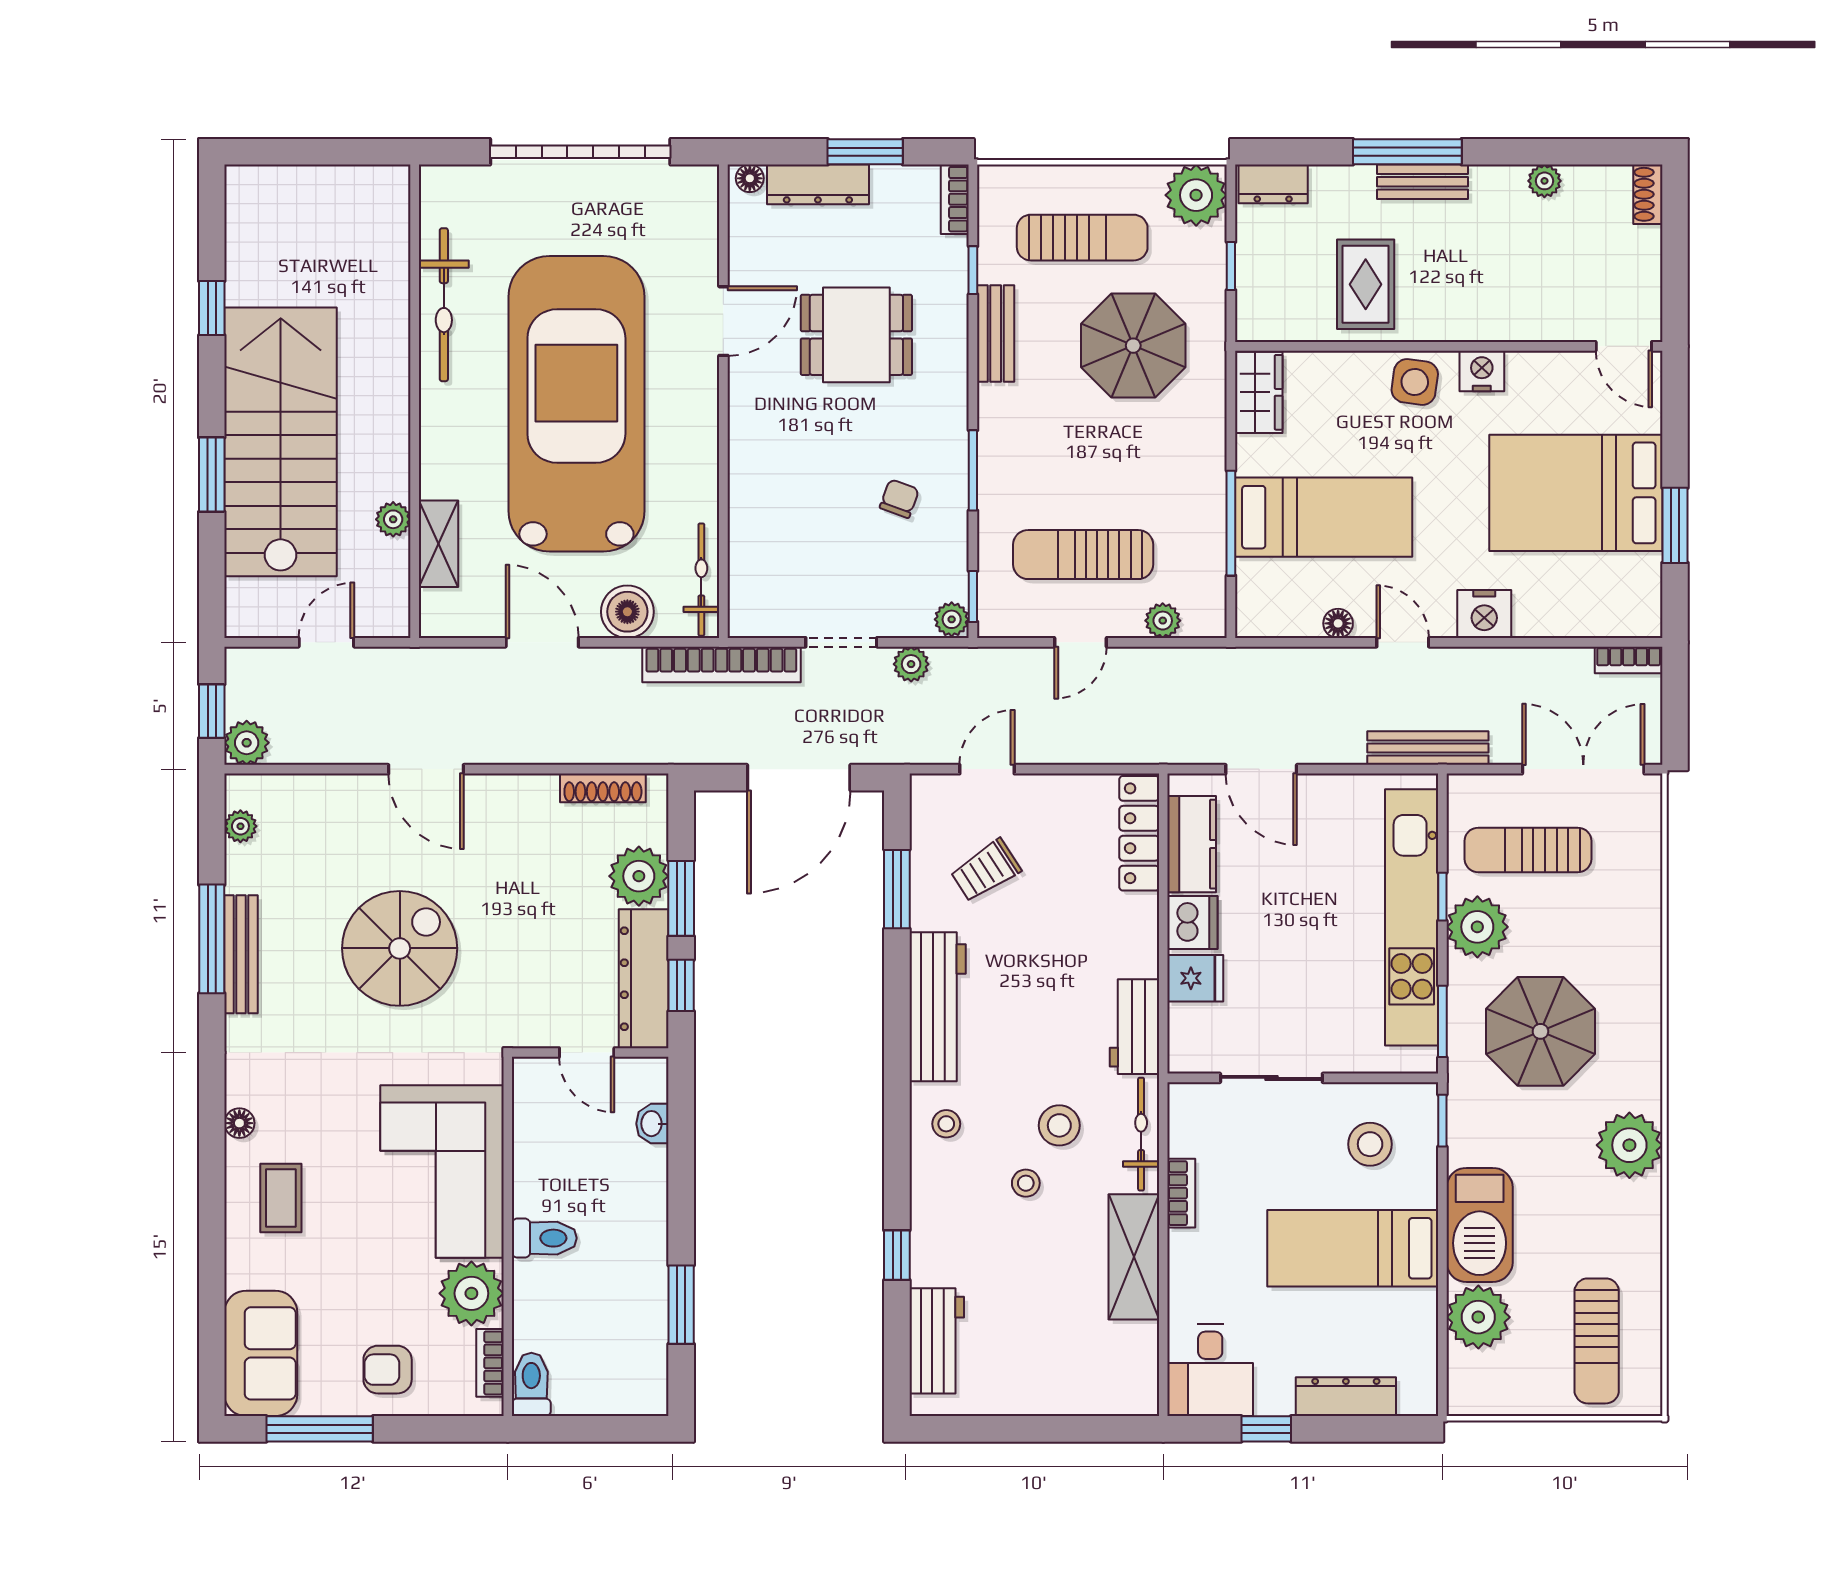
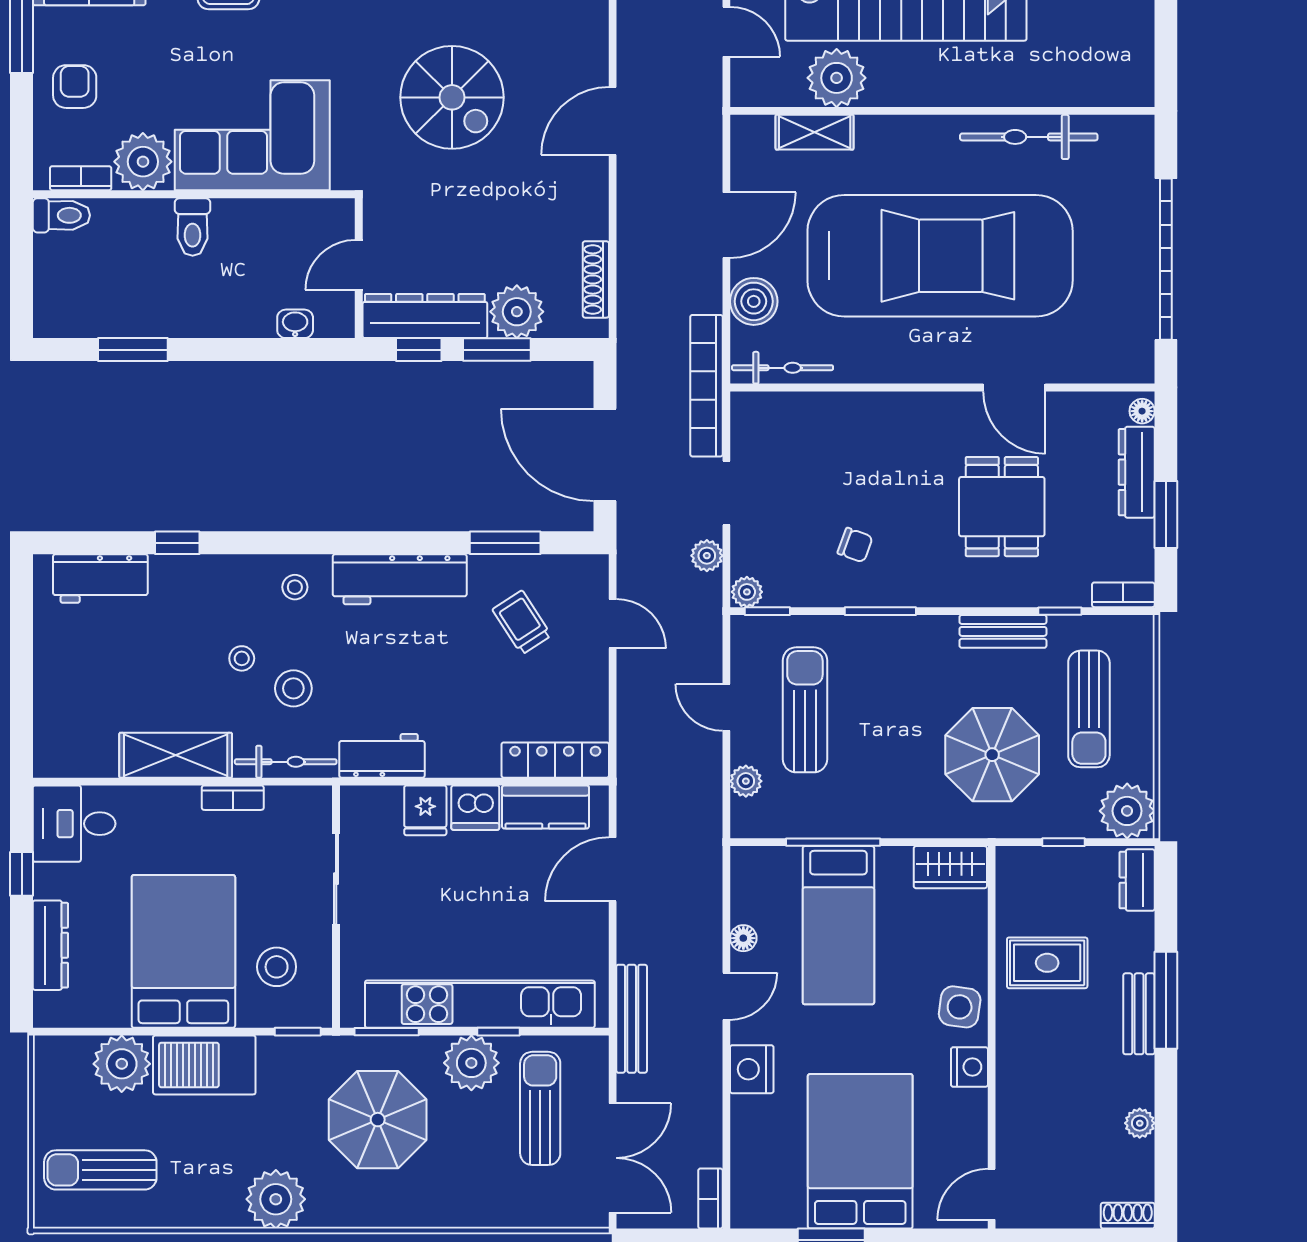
plant: (393, 519) -> (837, 78), width x1.87, depth x1.87
bed: (1353, 1248) -> (183, 951), width x1.50

